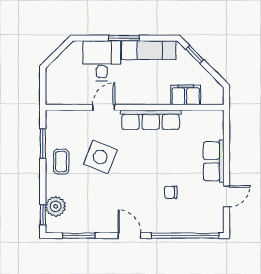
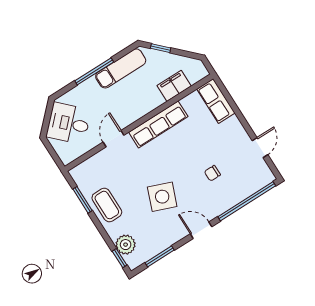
window: (124, 38) -> (94, 71), width x1.44
desk: (102, 61) -> (69, 123), moved, turned -45
side table: (100, 157) -> (162, 197), moved
row of seats: (214, 161) -> (216, 101), moved
coffee table: (61, 162) -> (107, 205), width x1.36, depth x1.30

